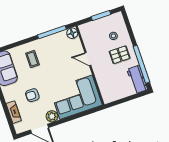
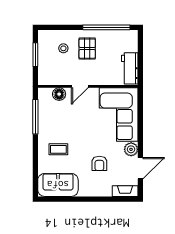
floor lamp: (72, 33) -> (59, 94), moved
workbench: (137, 79) -> (130, 68), moved, turned 90
fireplace: (14, 112) -> (125, 191), moved

